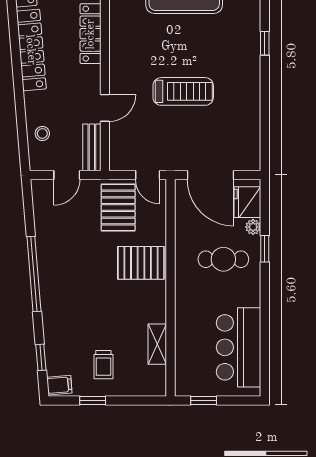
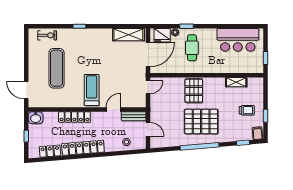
treadmill: (183, 91) -> (92, 90), moved
door: (105, 108) -> (113, 109), hinge flipped
shelving: (249, 137) -> (128, 35), added
pallet: (118, 208) -> (201, 121), moved, width x1.37, depth x1.41

